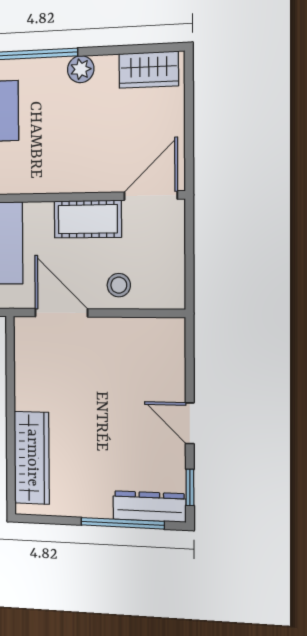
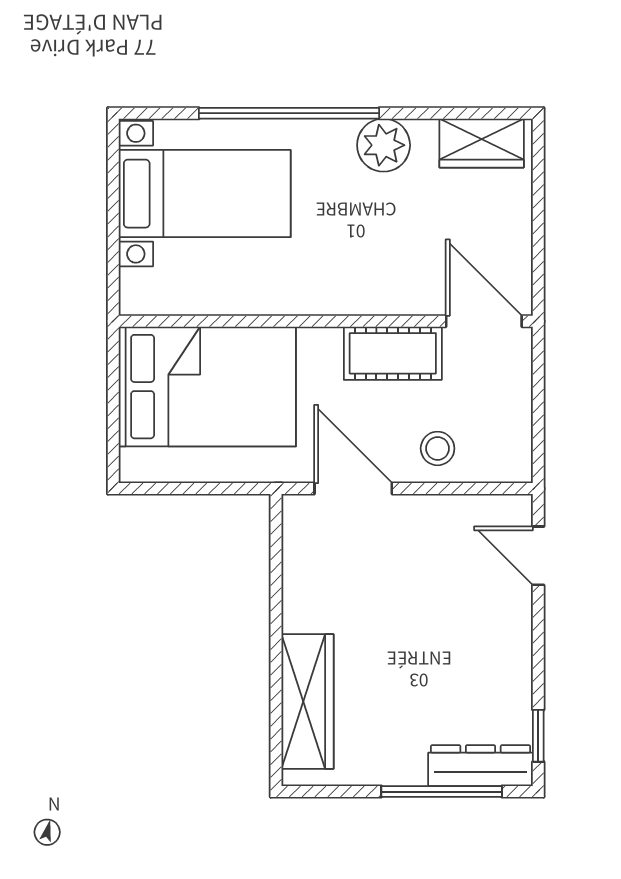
plant: (81, 69) -> (384, 145), width x1.38, depth x1.38
door: (151, 196) -> (484, 321), hinge flipped
door: (190, 423) -> (538, 556), moved

